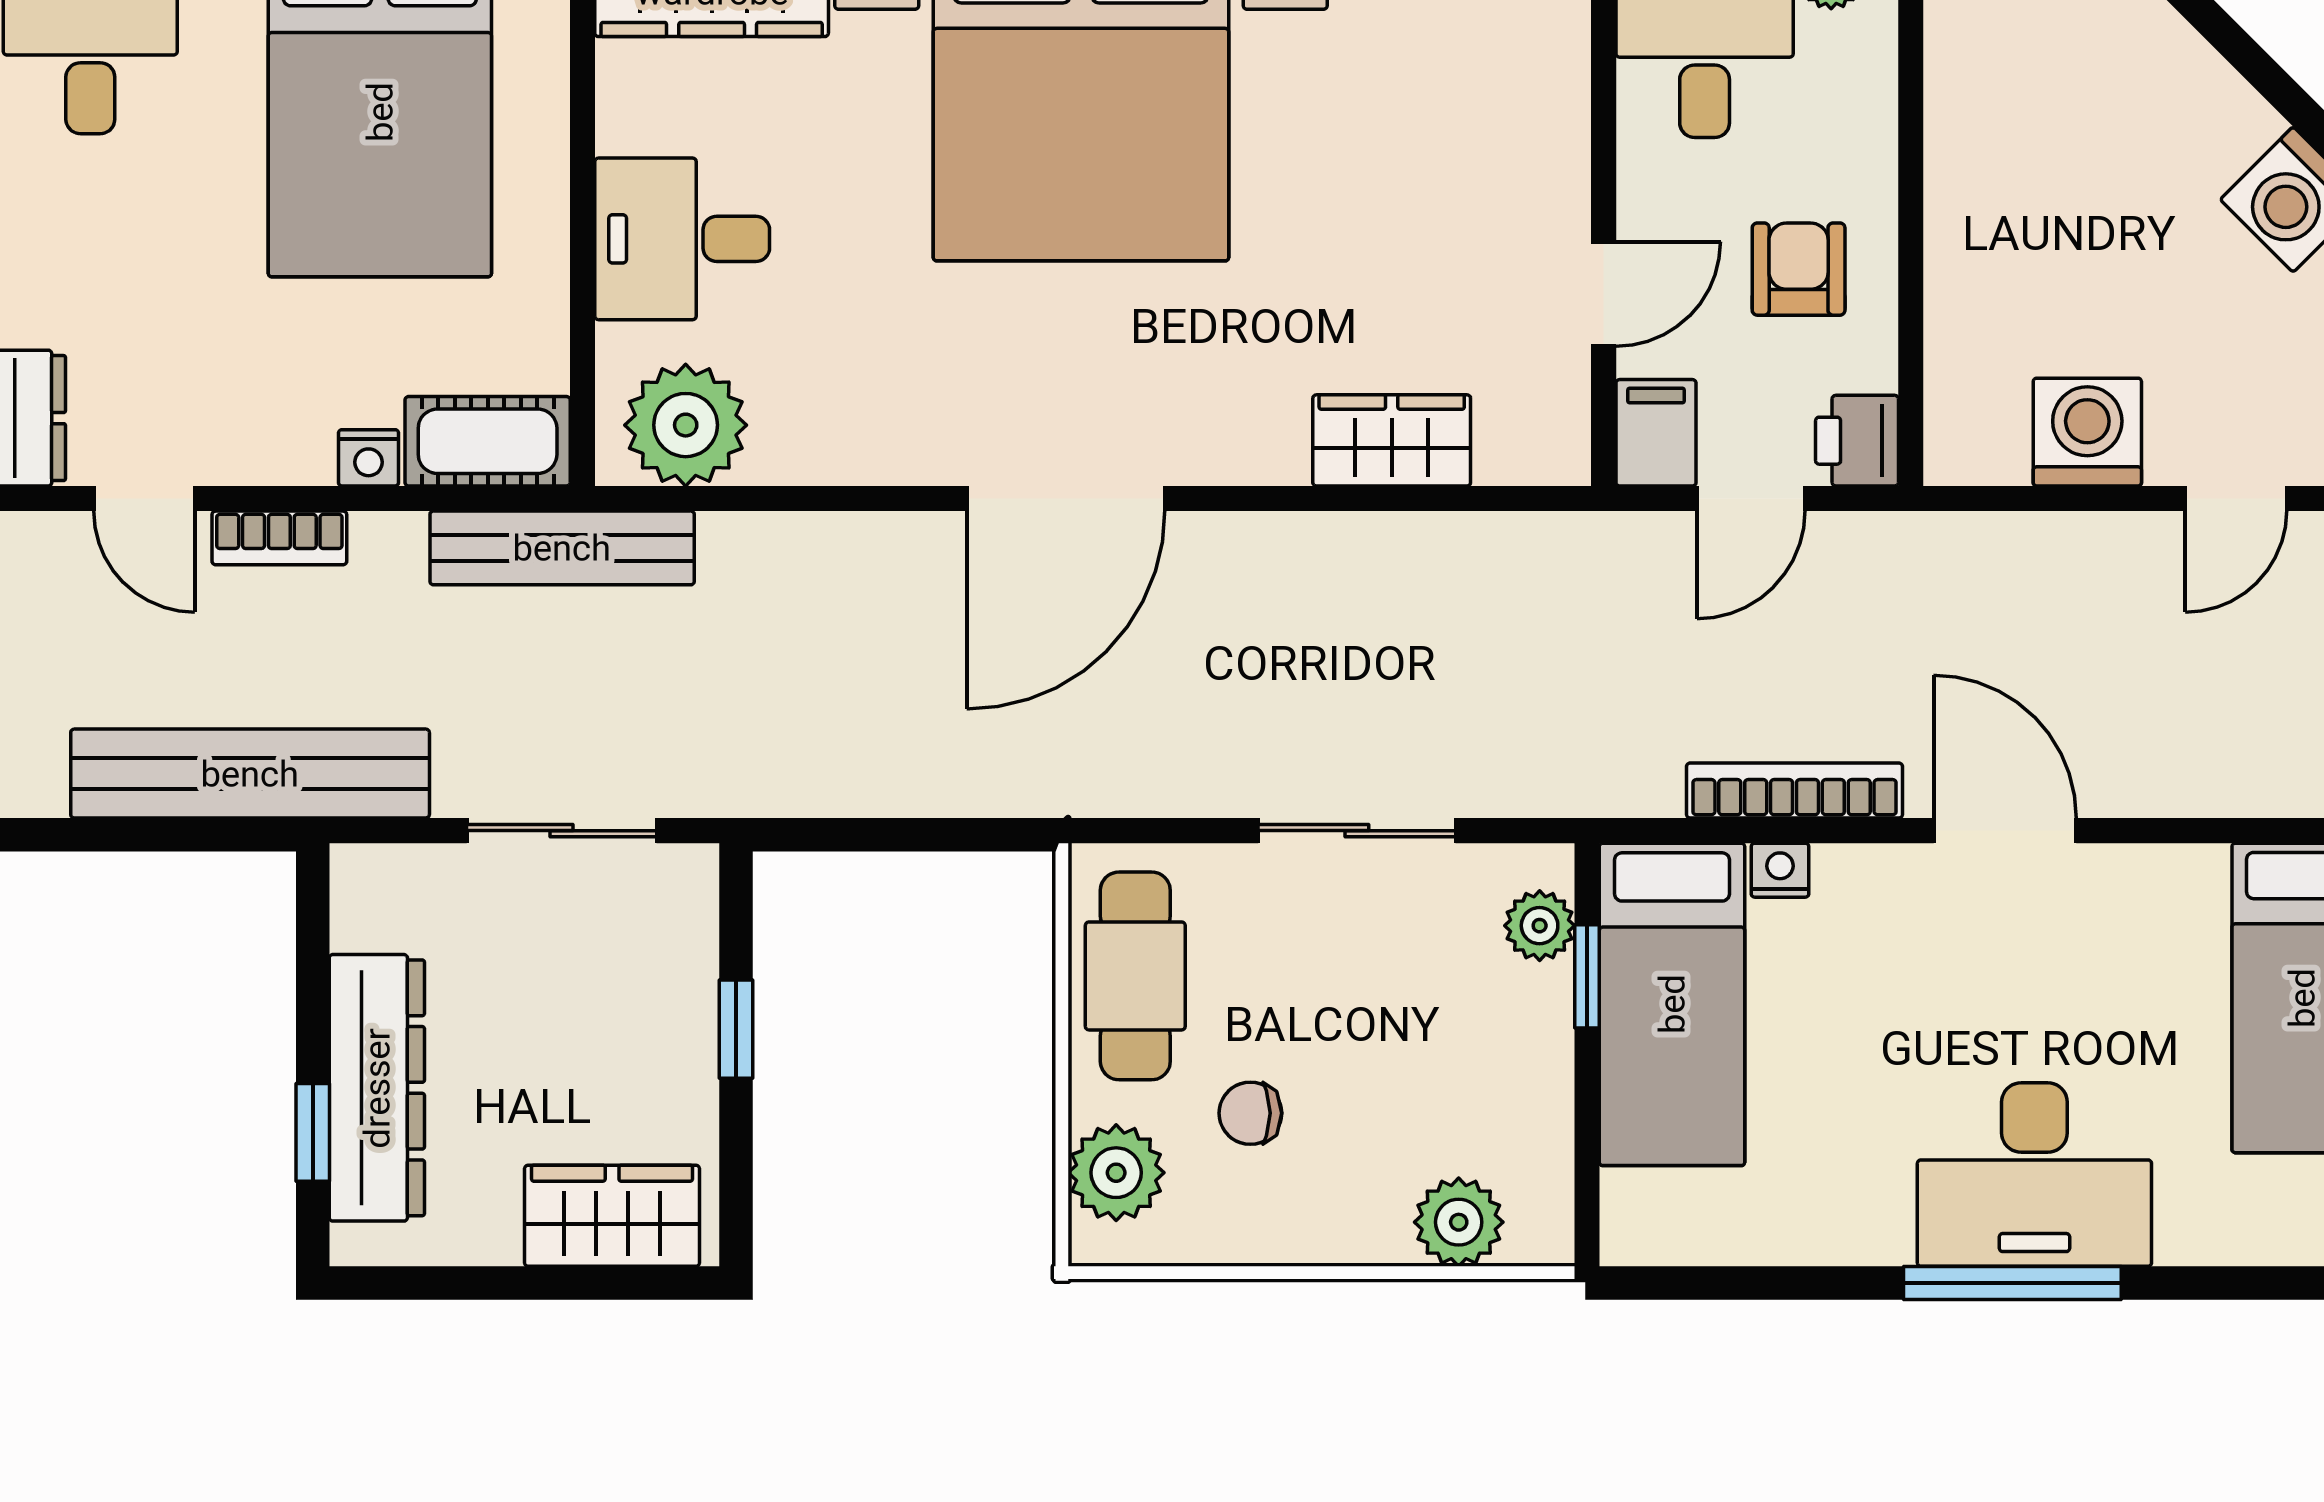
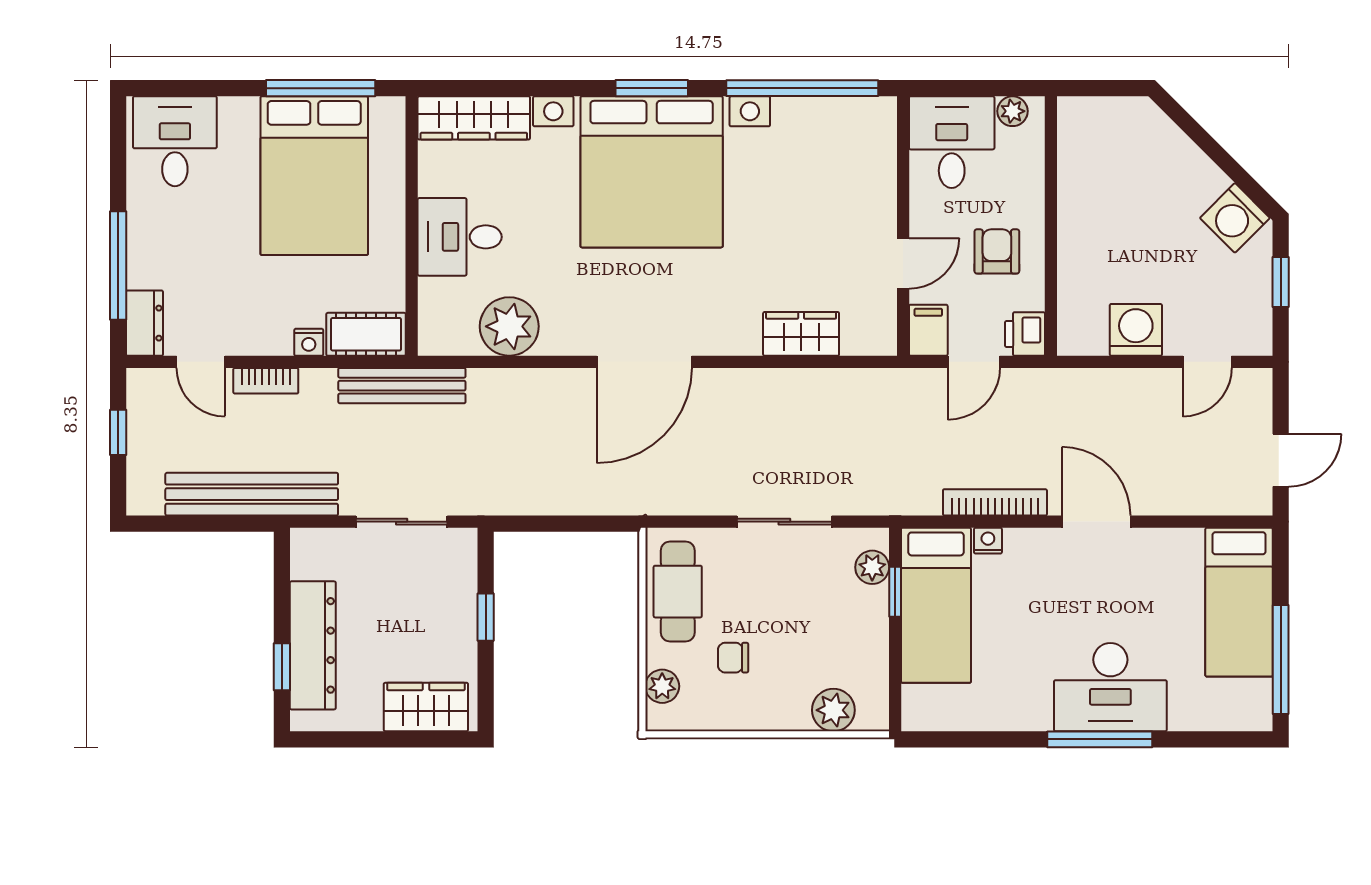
plant: (686, 425) -> (509, 326), moved
plant: (1116, 1173) -> (662, 686), width x0.73, depth x0.73

